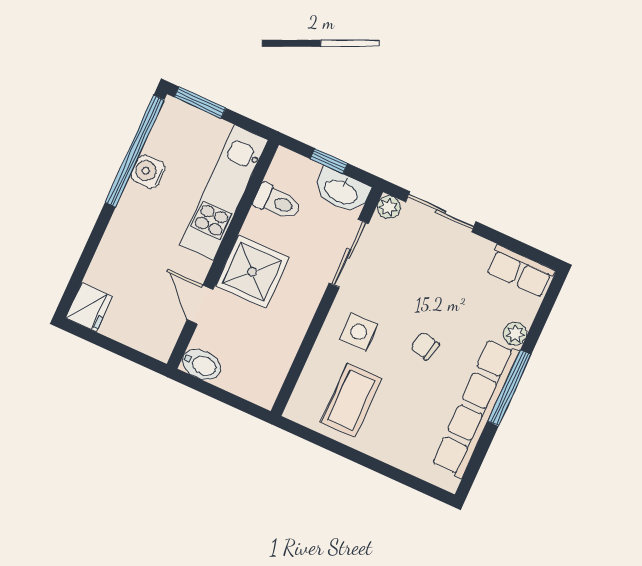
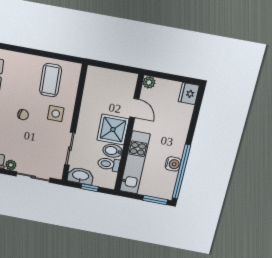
plant: (389, 207) -> (11, 165), moved
plant: (161, 348) -> (149, 82), added
bidet: (201, 364) -> (113, 151), moved

